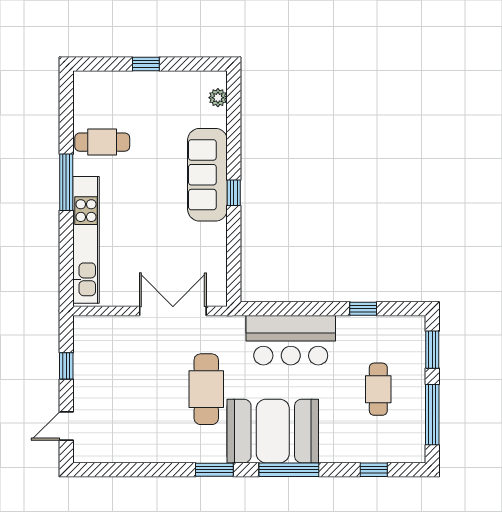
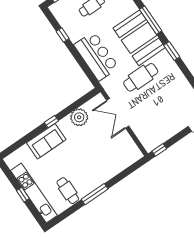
plant: (218, 98) -> (79, 117), moved, width x1.88, depth x1.88
sofa: (207, 175) -> (46, 141), width x0.73
kitchen unit: (86, 240) -> (34, 193), moved, turned 90
window: (66, 366) -> (159, 150), moved

